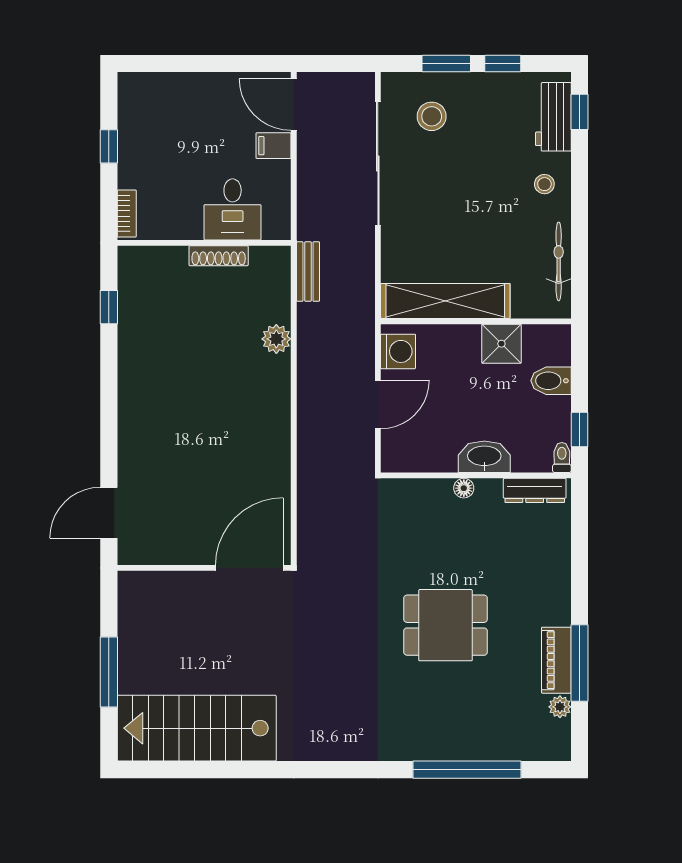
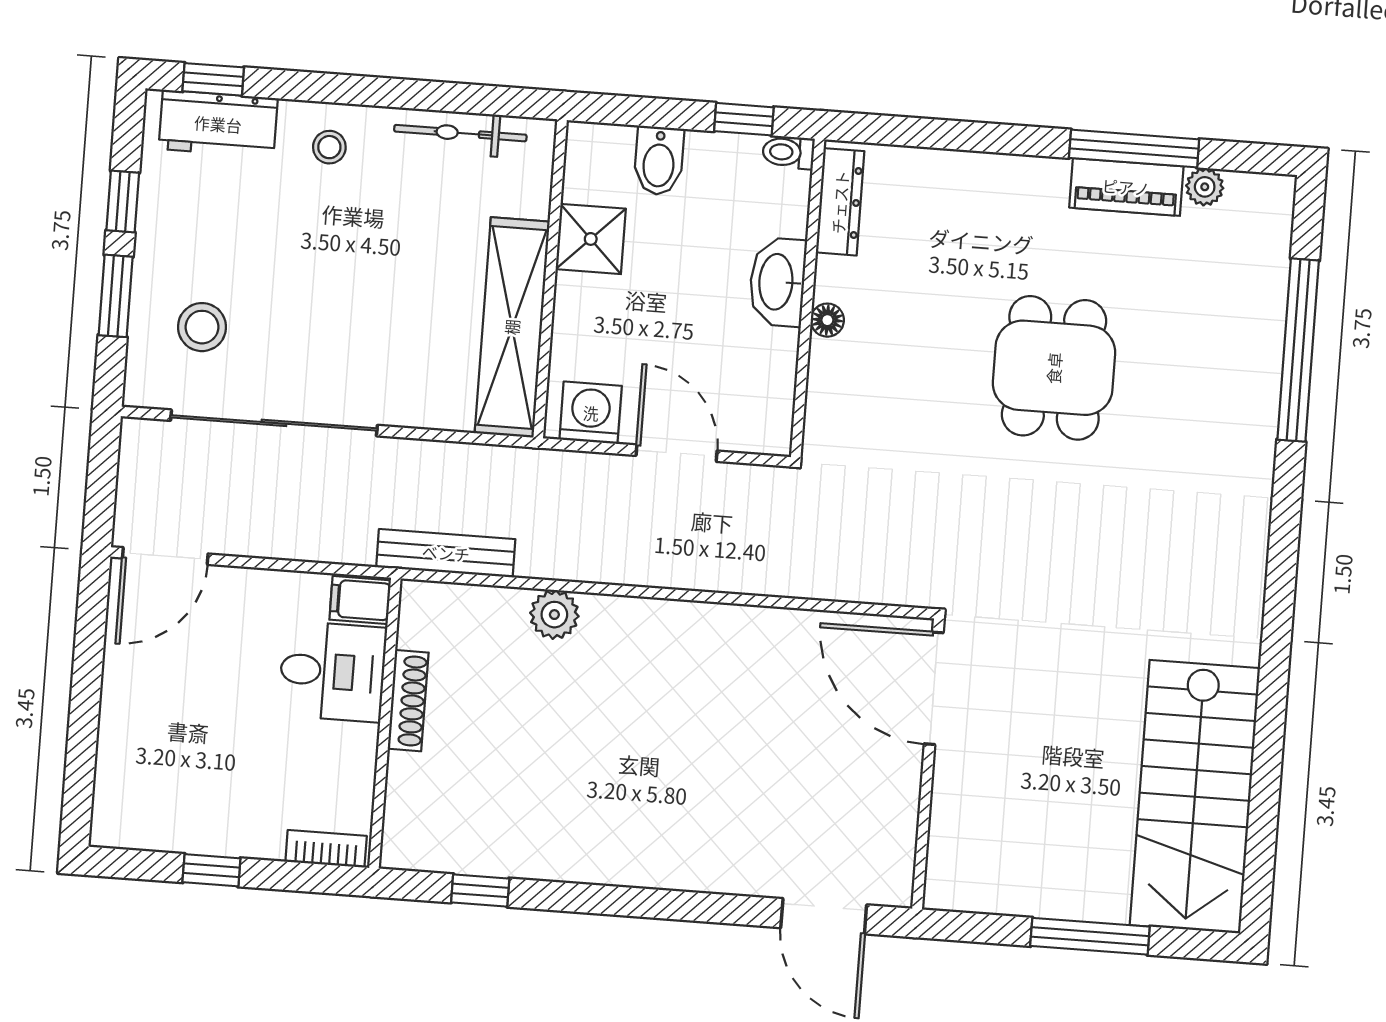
filing cabinet: (274, 146) -> (360, 600), moved, turned 90
bench: (308, 272) -> (446, 553), width x1.36

